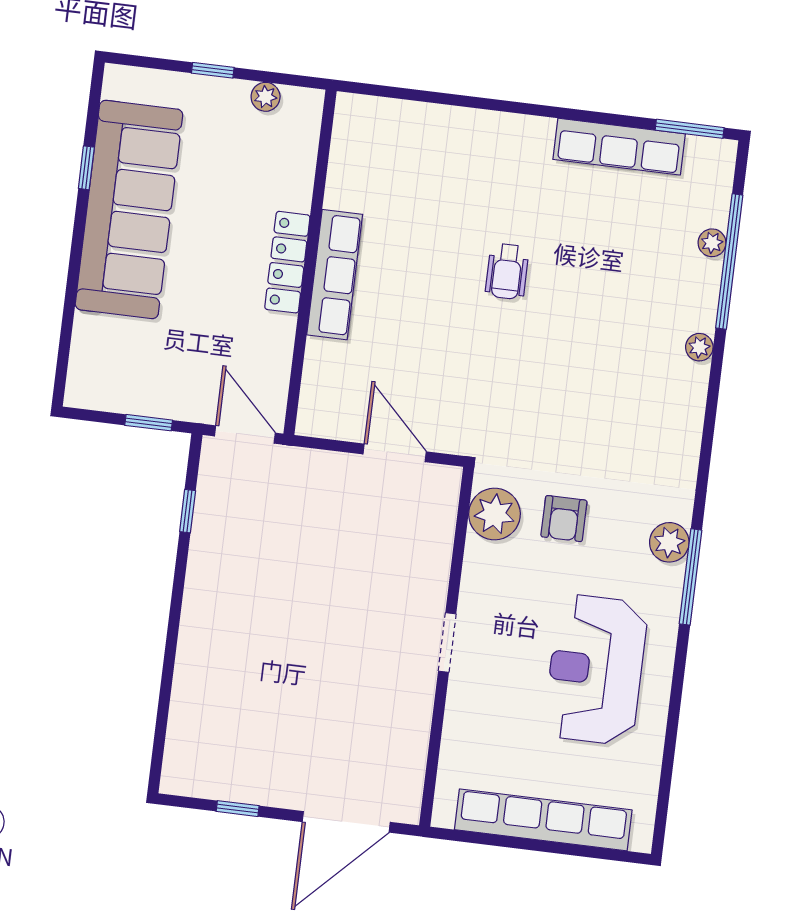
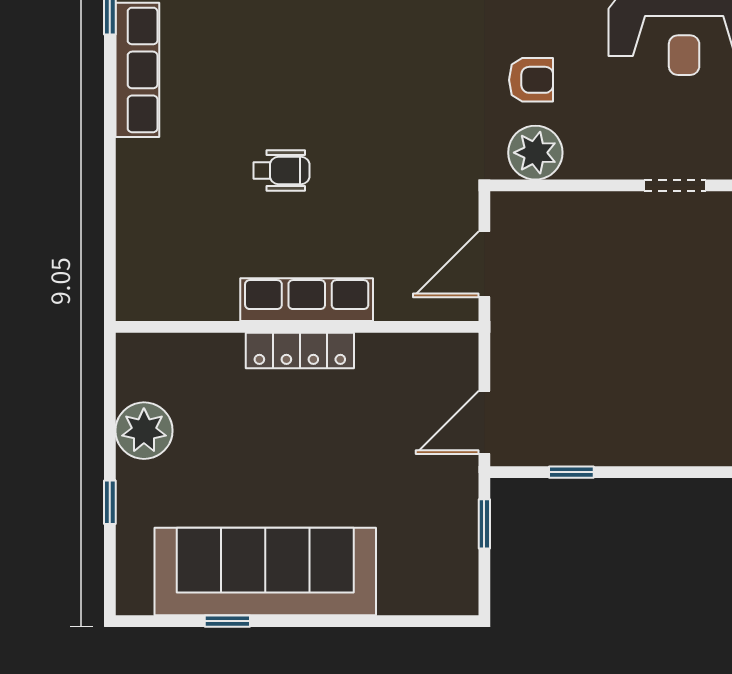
plant: (266, 97) -> (144, 431), width x1.87, depth x1.87
locker: (287, 262) -> (300, 350), moved
wall: (310, 262) -> (297, 327), moved
row of seats: (335, 275) -> (307, 300), moved

